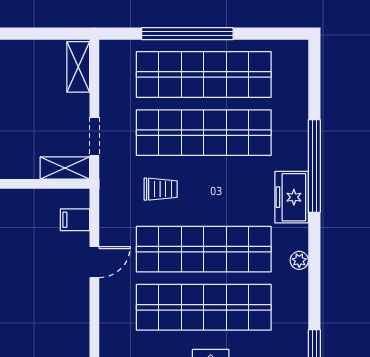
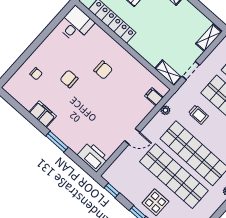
plant: (108, 225) -> (165, 110), added
door: (94, 262) -> (132, 136), moved

